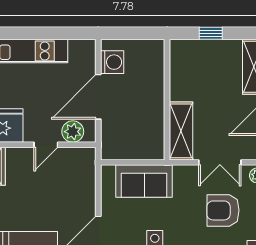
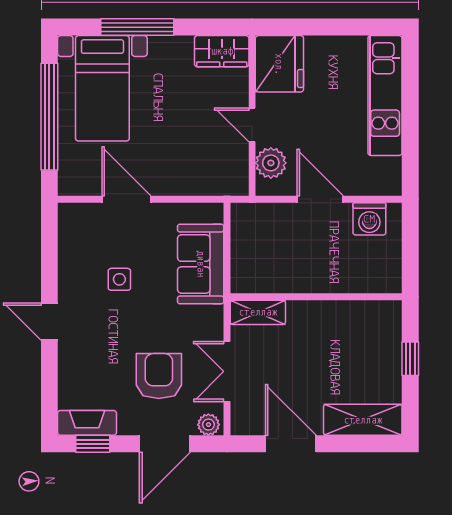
door: (98, 97) -> (320, 199), width x0.73
shelving: (181, 131) -> (258, 312), width x0.67, depth x0.75

